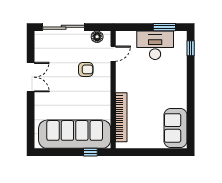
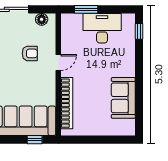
window: (164, 27) -> (86, 9), moved
door: (113, 54) -> (58, 63), moved
sofa: (176, 128) -> (123, 98), moved

